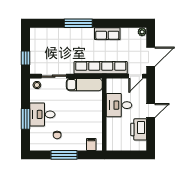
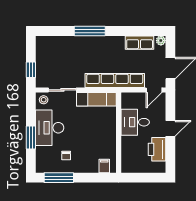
row of seats: (107, 34) -> (140, 43), moved
desk: (42, 114) -> (50, 128), width x1.37
window: (64, 155) -> (59, 178), moved

